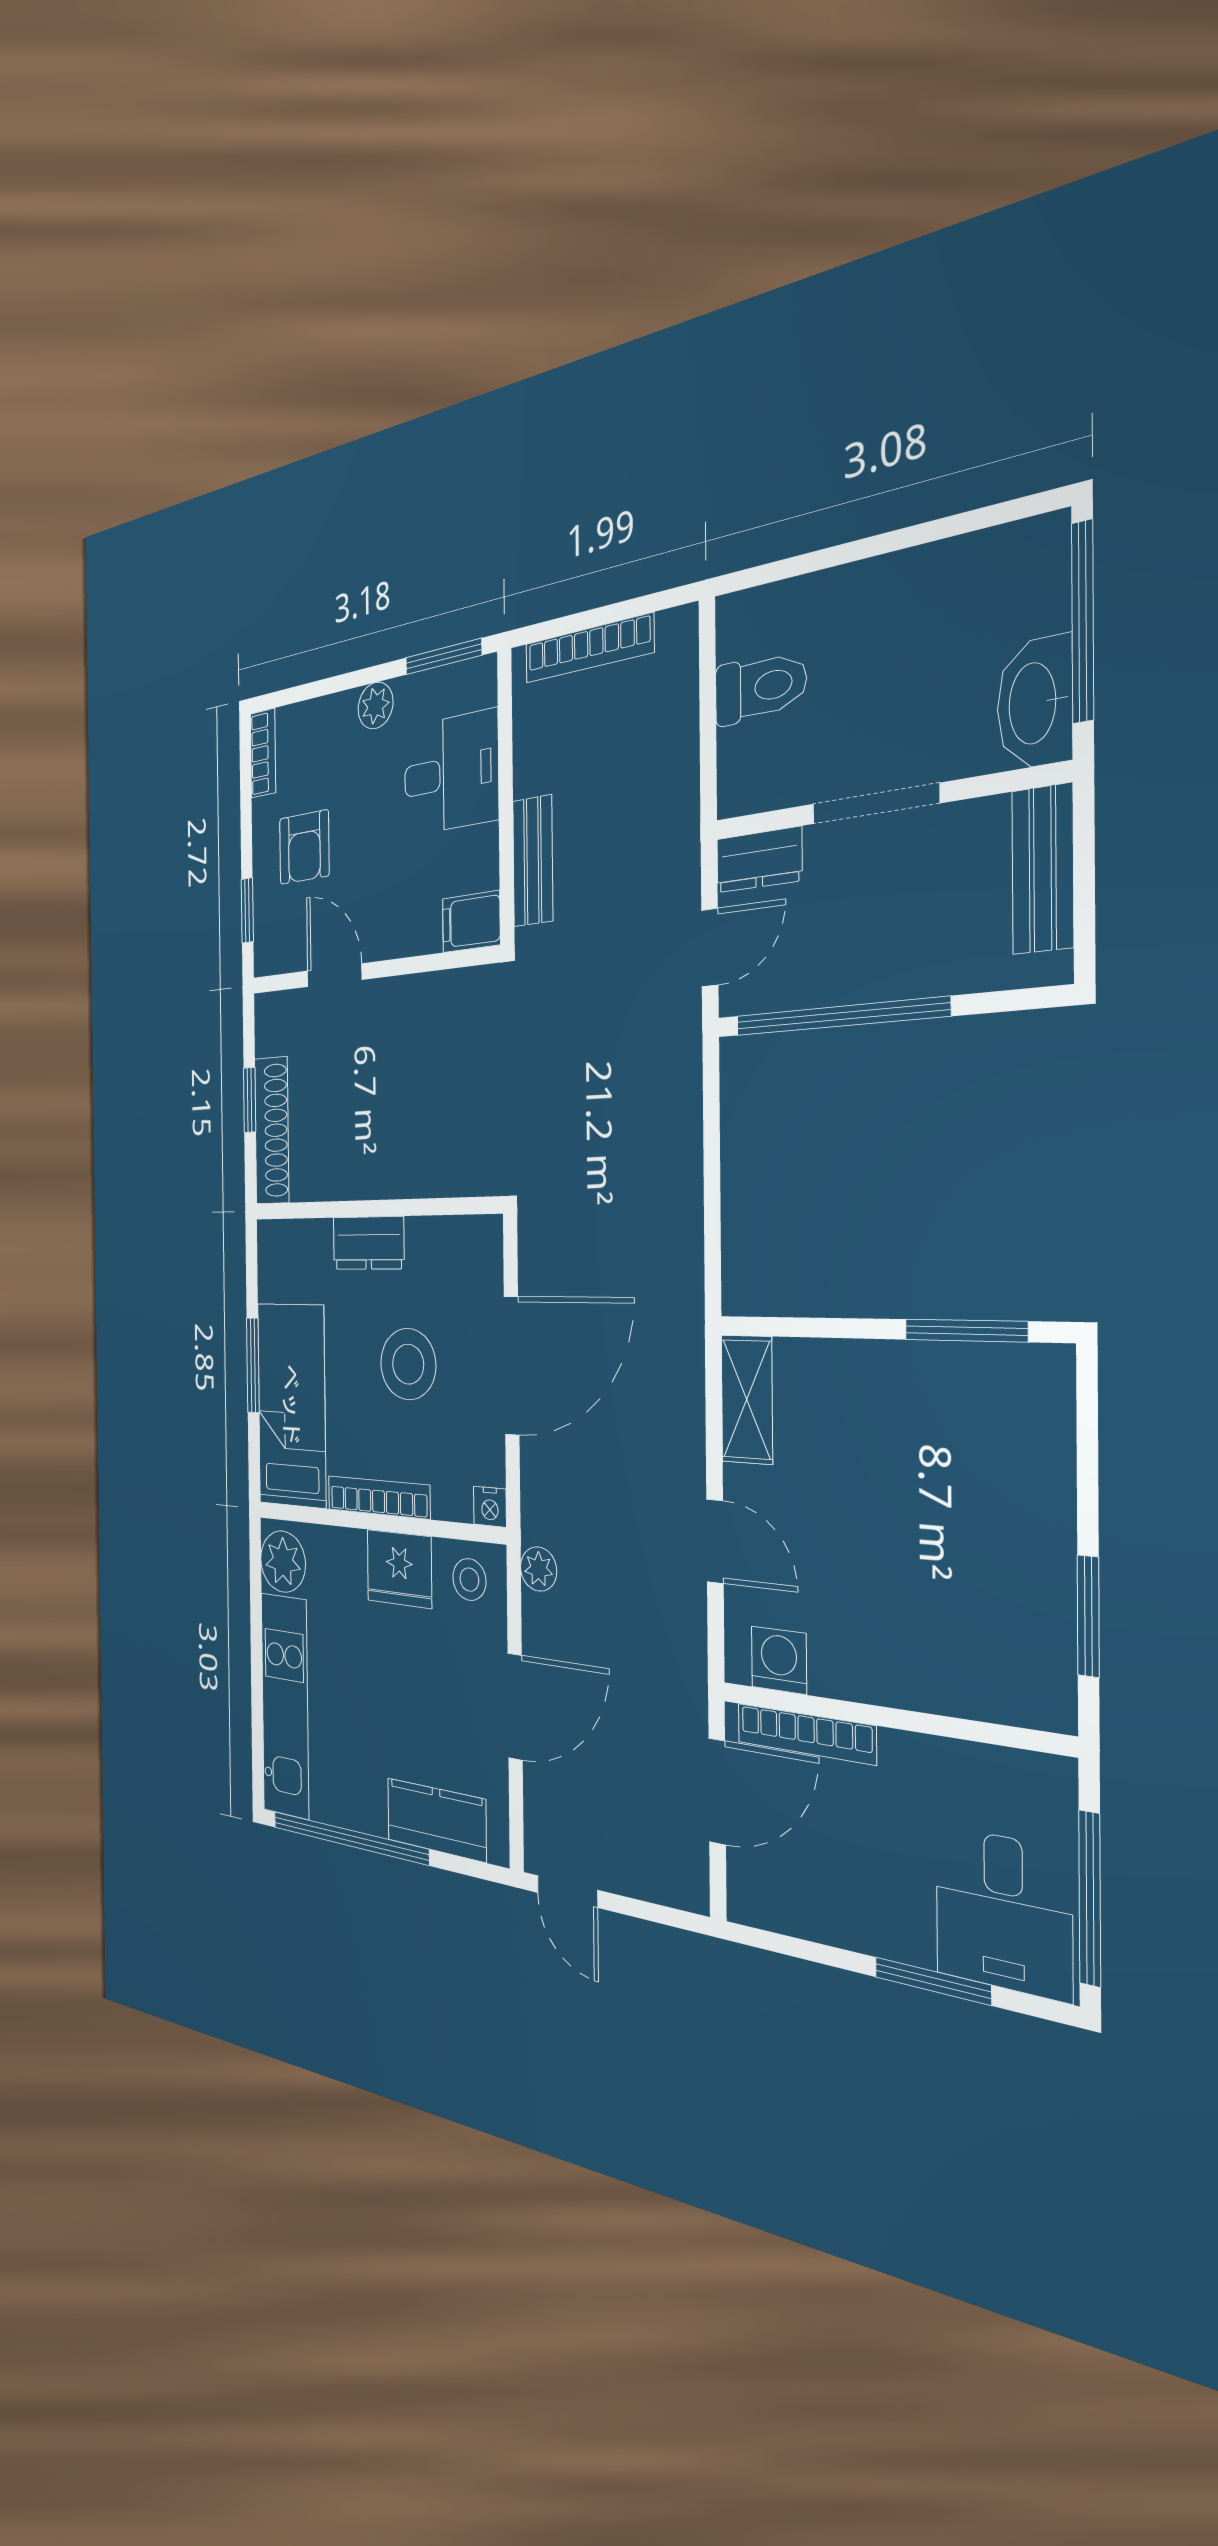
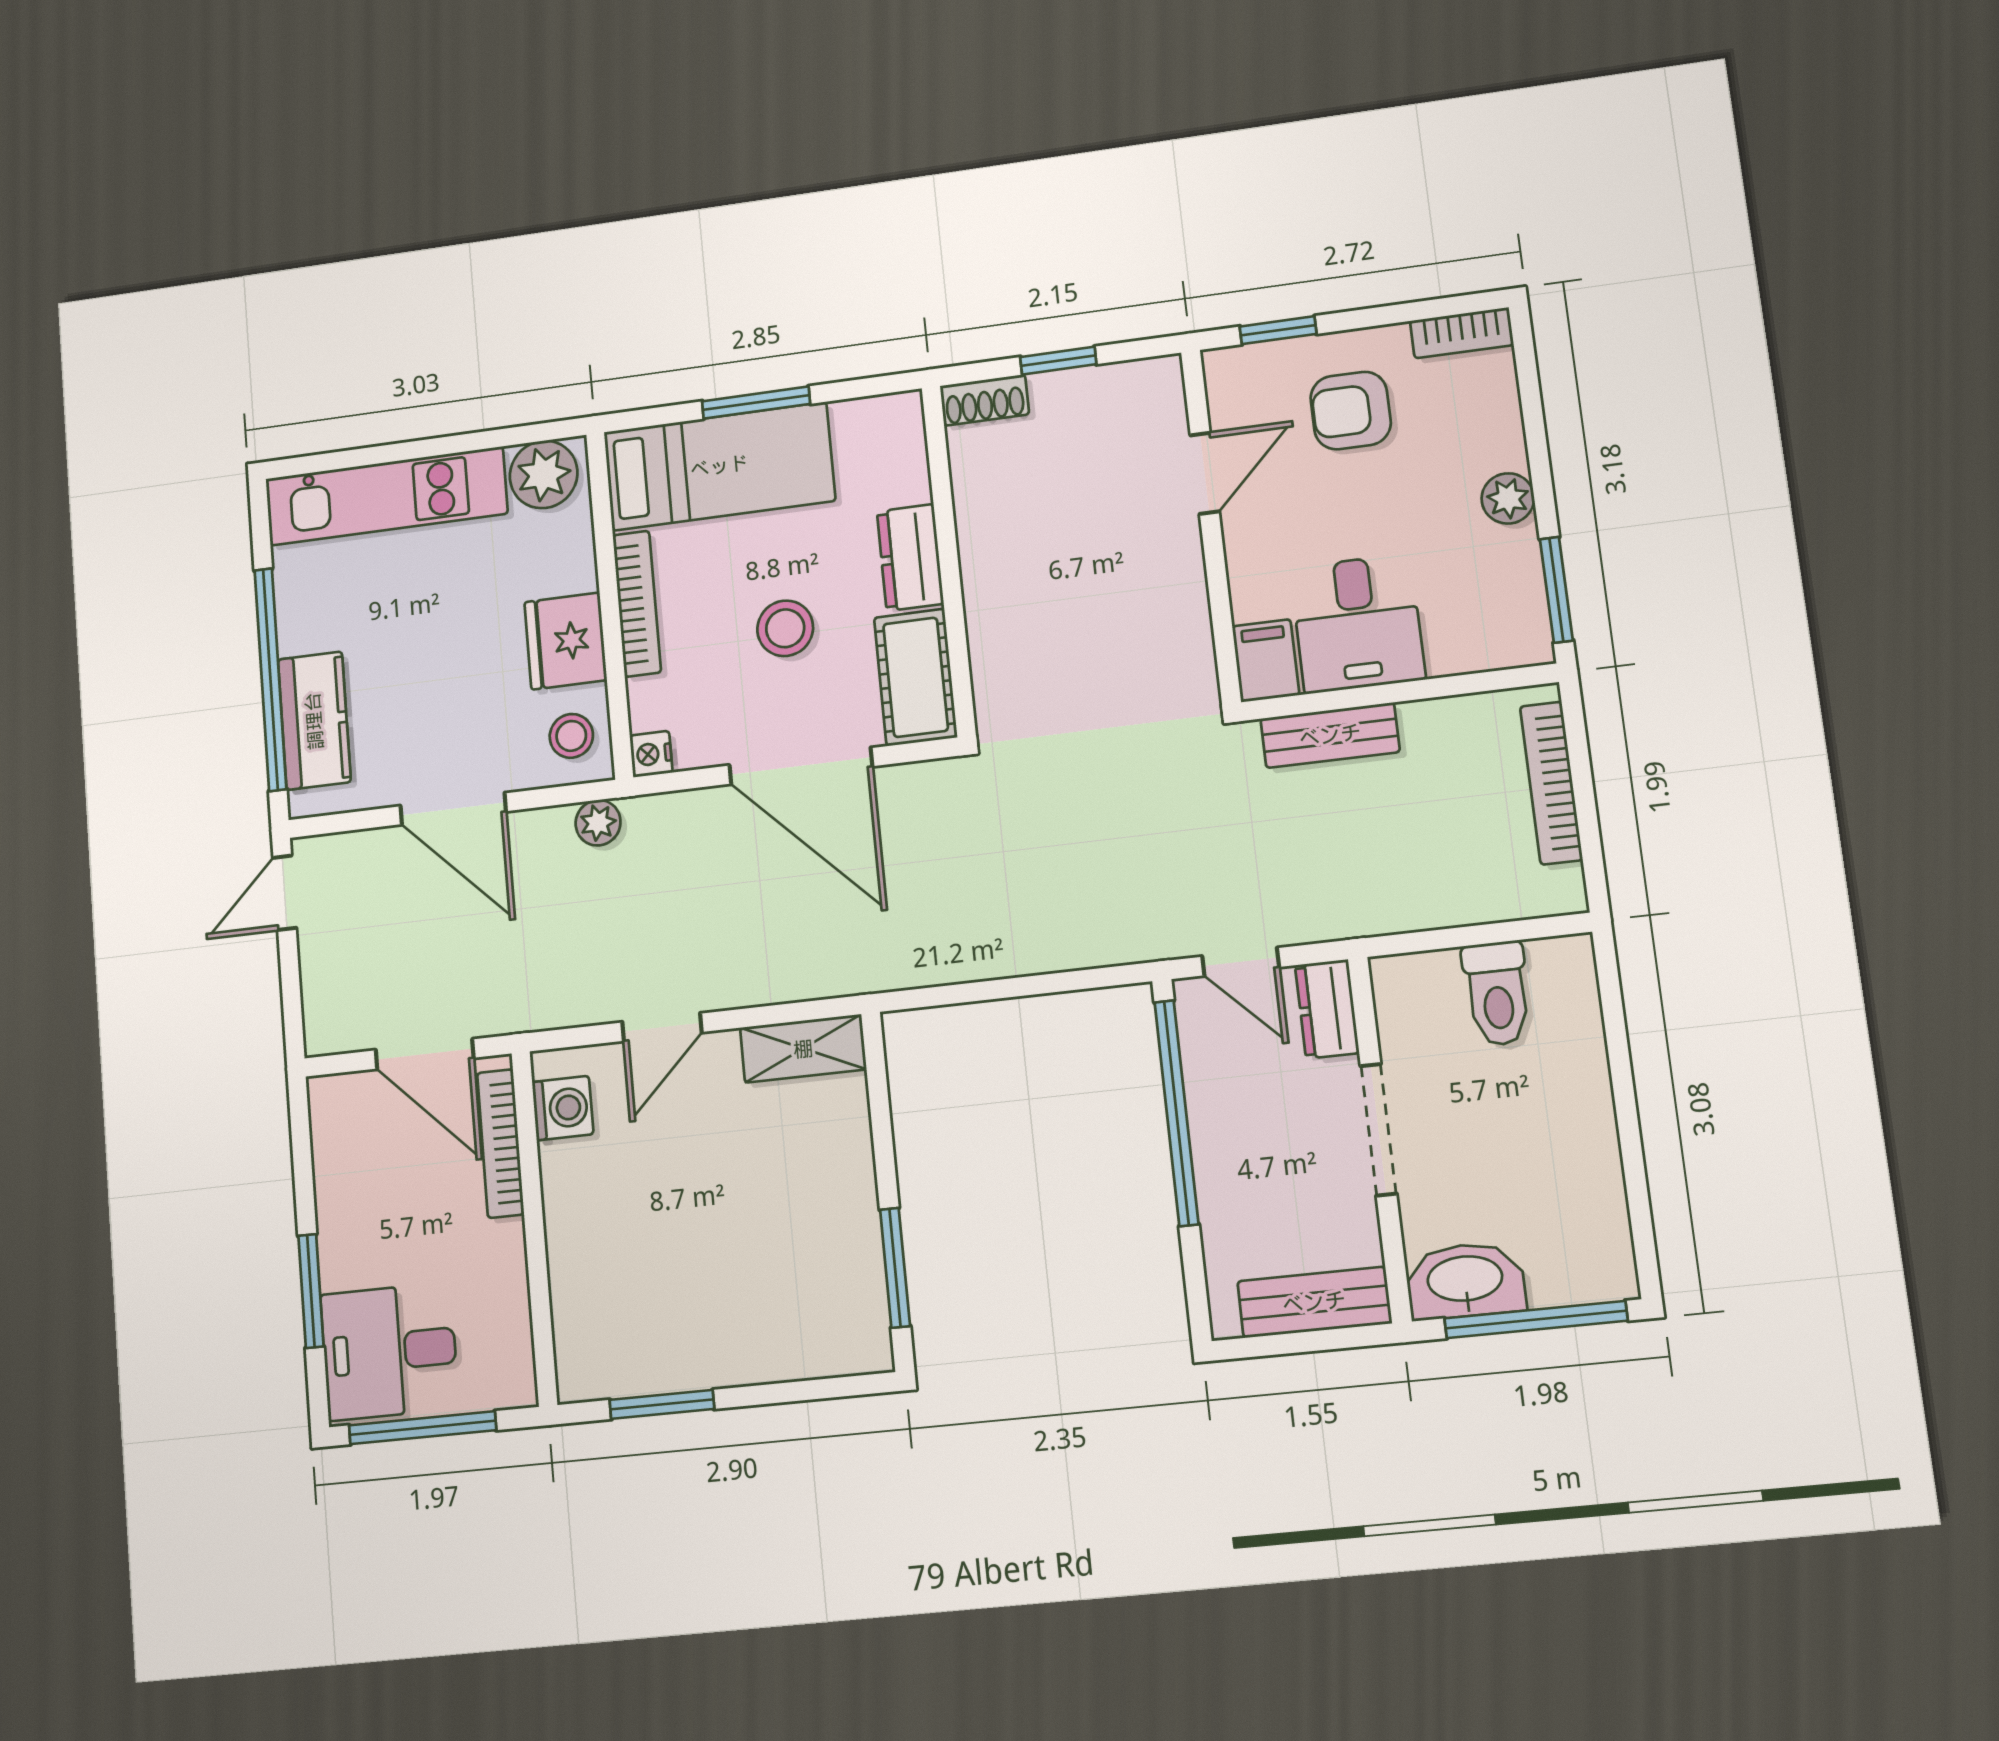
desk: (451, 773) -> (1357, 624), moved
shoe rack: (272, 1130) -> (984, 400), width x0.51, depth x0.81
cot: (455, 1248) -> (916, 677), added
stool: (408, 1364) -> (785, 628), width x0.73, depth x0.73
window: (350, 1838) -> (270, 679), moved

